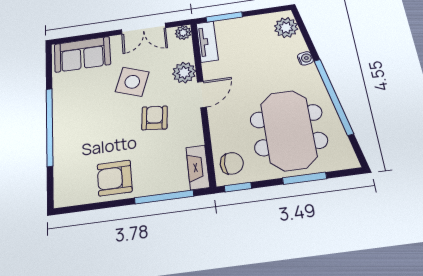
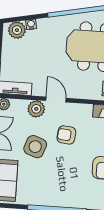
water cooler: (305, 58) -> (31, 24), moved

